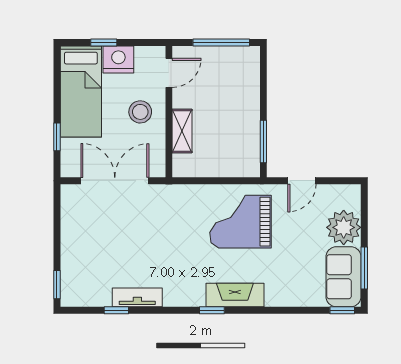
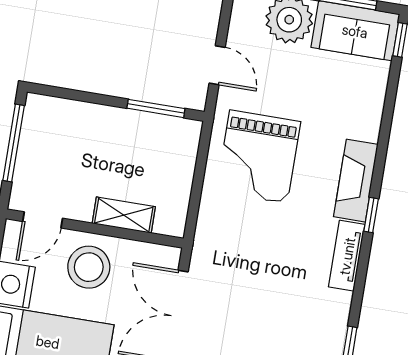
door: (169, 73) -> (43, 220), swing flipped
stool: (140, 112) -> (89, 267), width x1.38, depth x1.38
tv unit: (137, 297) -> (347, 256), moved

